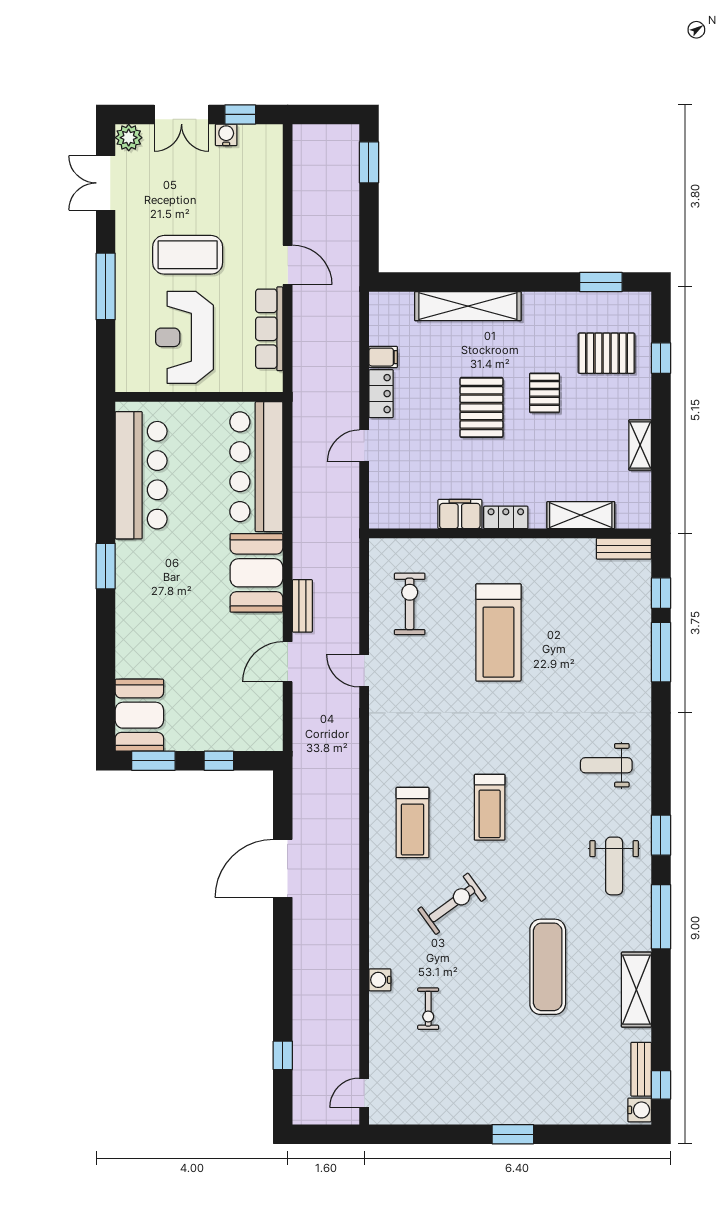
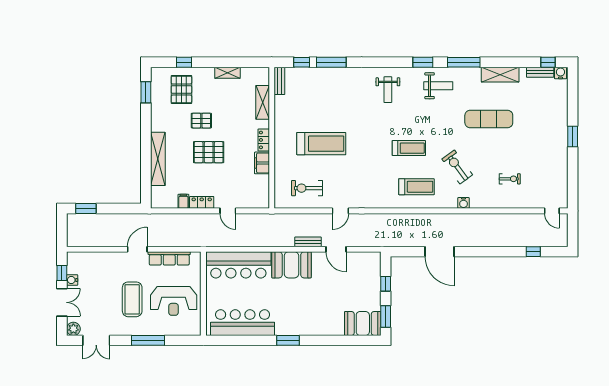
water cooler: (380, 980) -> (464, 203), moved

